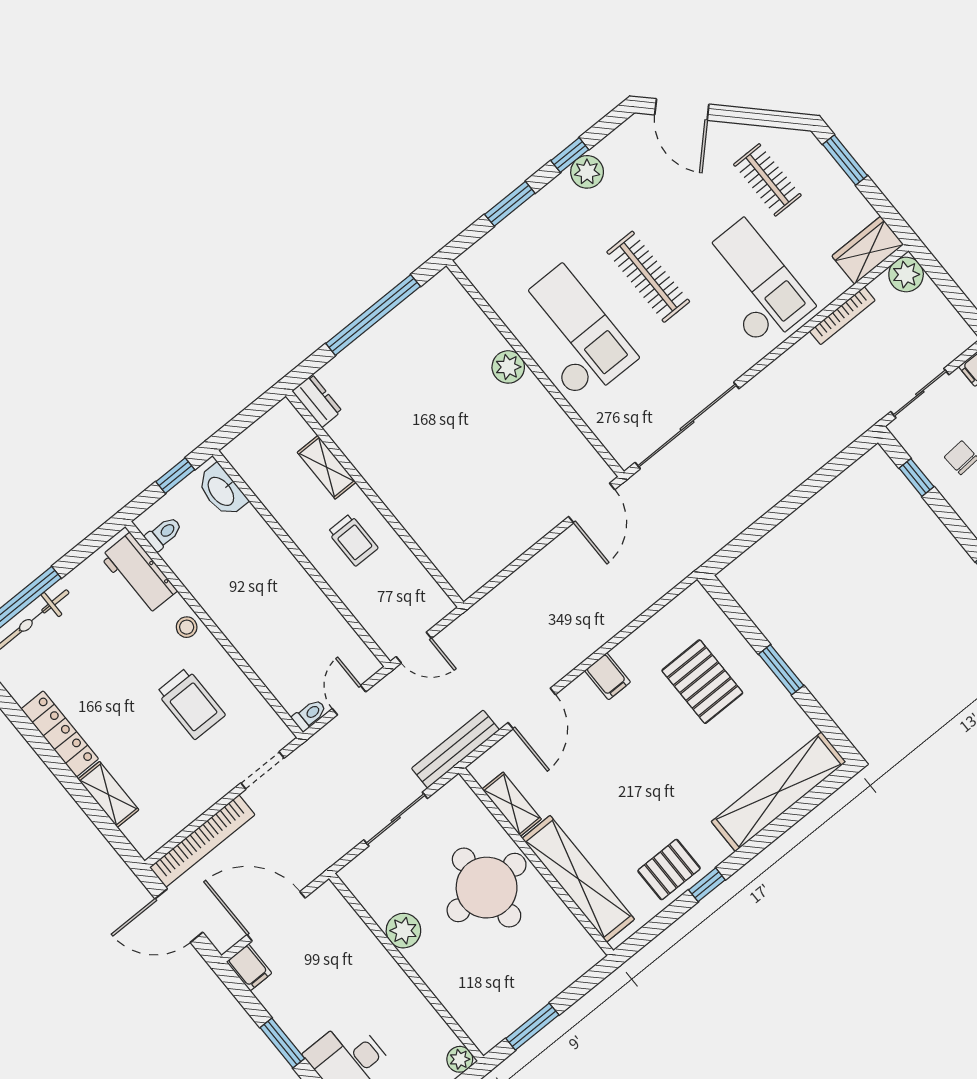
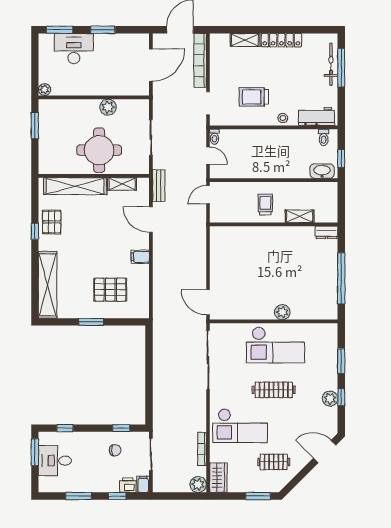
trolley: (353, 540) -> (265, 204), turned 90
bench: (455, 749) -> (159, 186), width x0.73
filing cabinet: (249, 967) -> (140, 40), removed

